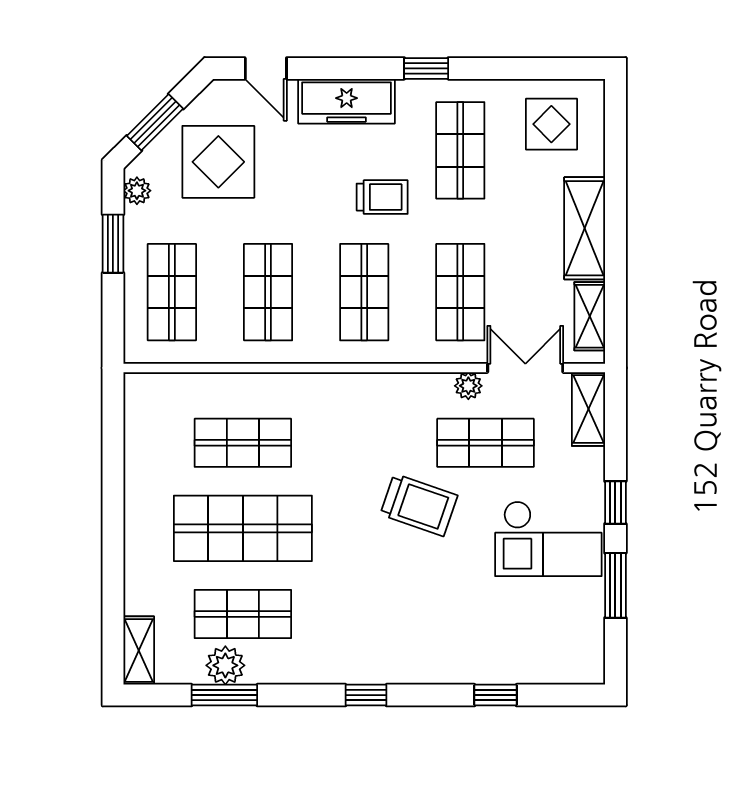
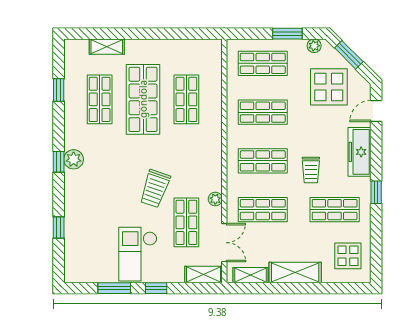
plant: (468, 386) -> (215, 199), moved
shelving: (139, 650) -> (107, 47), moved
plant: (225, 665) -> (74, 159), moved
window: (224, 695) -> (59, 90), width x0.67

